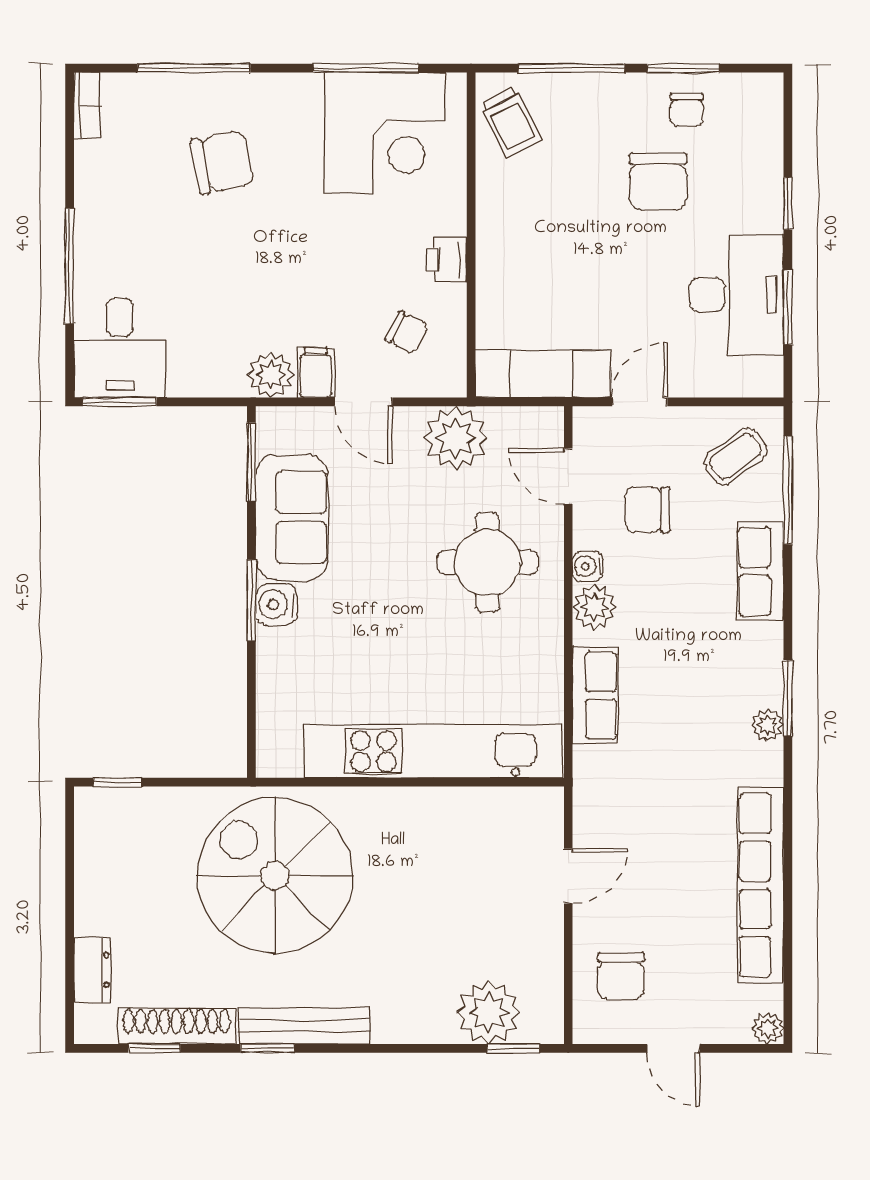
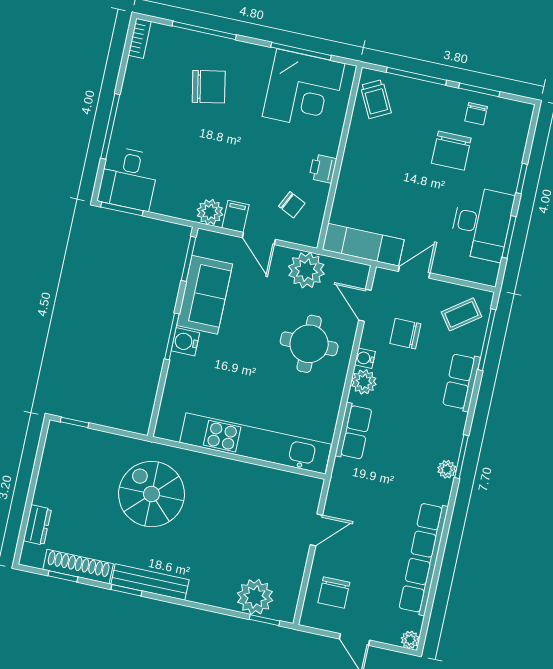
spiral stairs: (275, 876) -> (152, 494), width x0.73, depth x0.73

